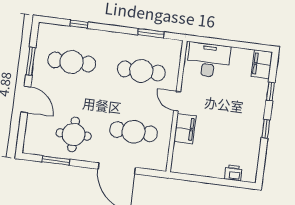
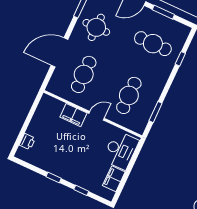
cafe table: (72, 62) -> (153, 44), turned 90
filing cabinet: (262, 64) -> (114, 179), moved, turned -90

